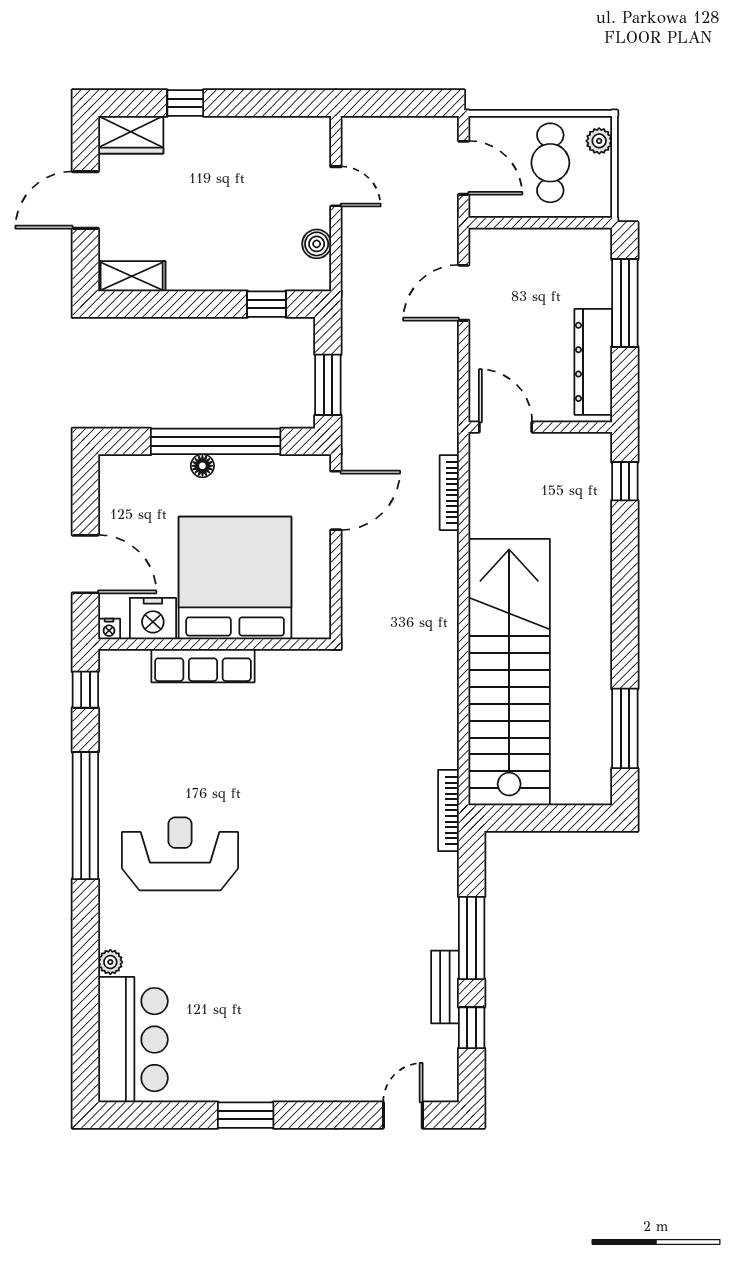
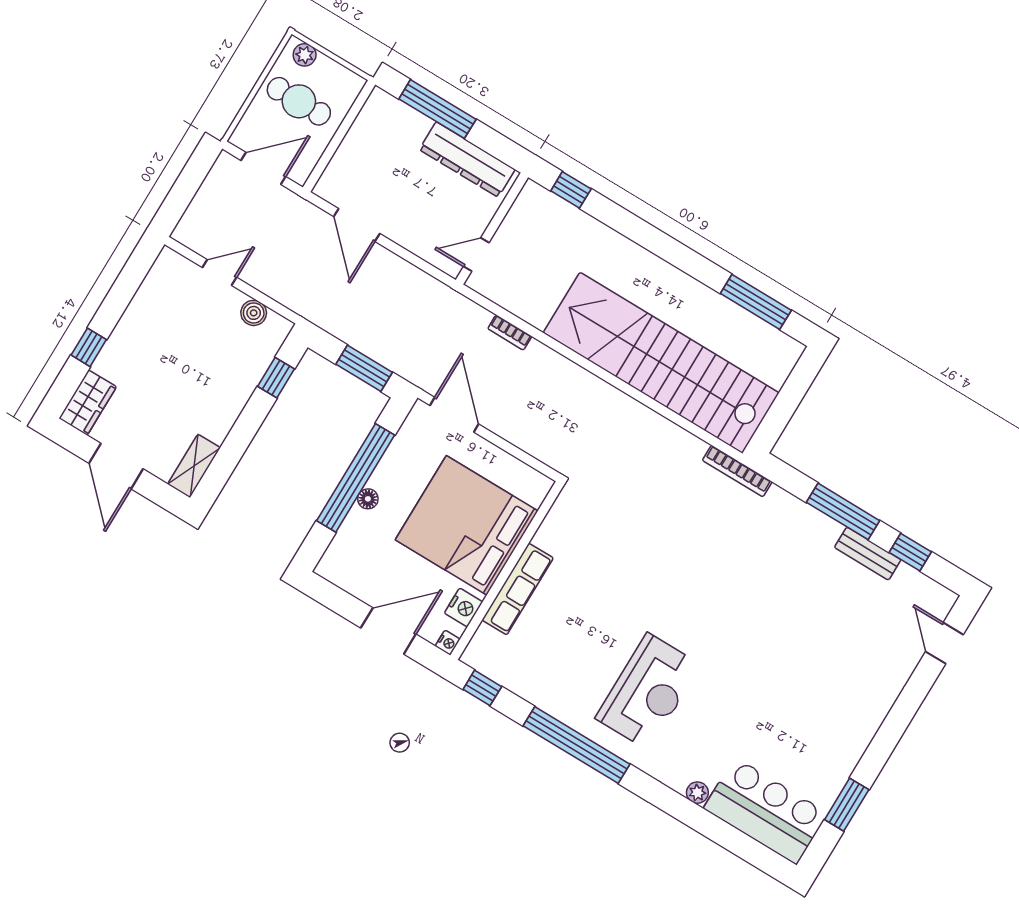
door: (506, 427) -> (476, 255), width x0.73
bookcase: (449, 493) -> (510, 332), width x0.64
nightstand: (153, 619) -> (464, 607), width x0.74, depth x0.75
reception desk: (180, 854) -> (648, 691), turned 180
window: (246, 1115) -> (847, 805), moved

